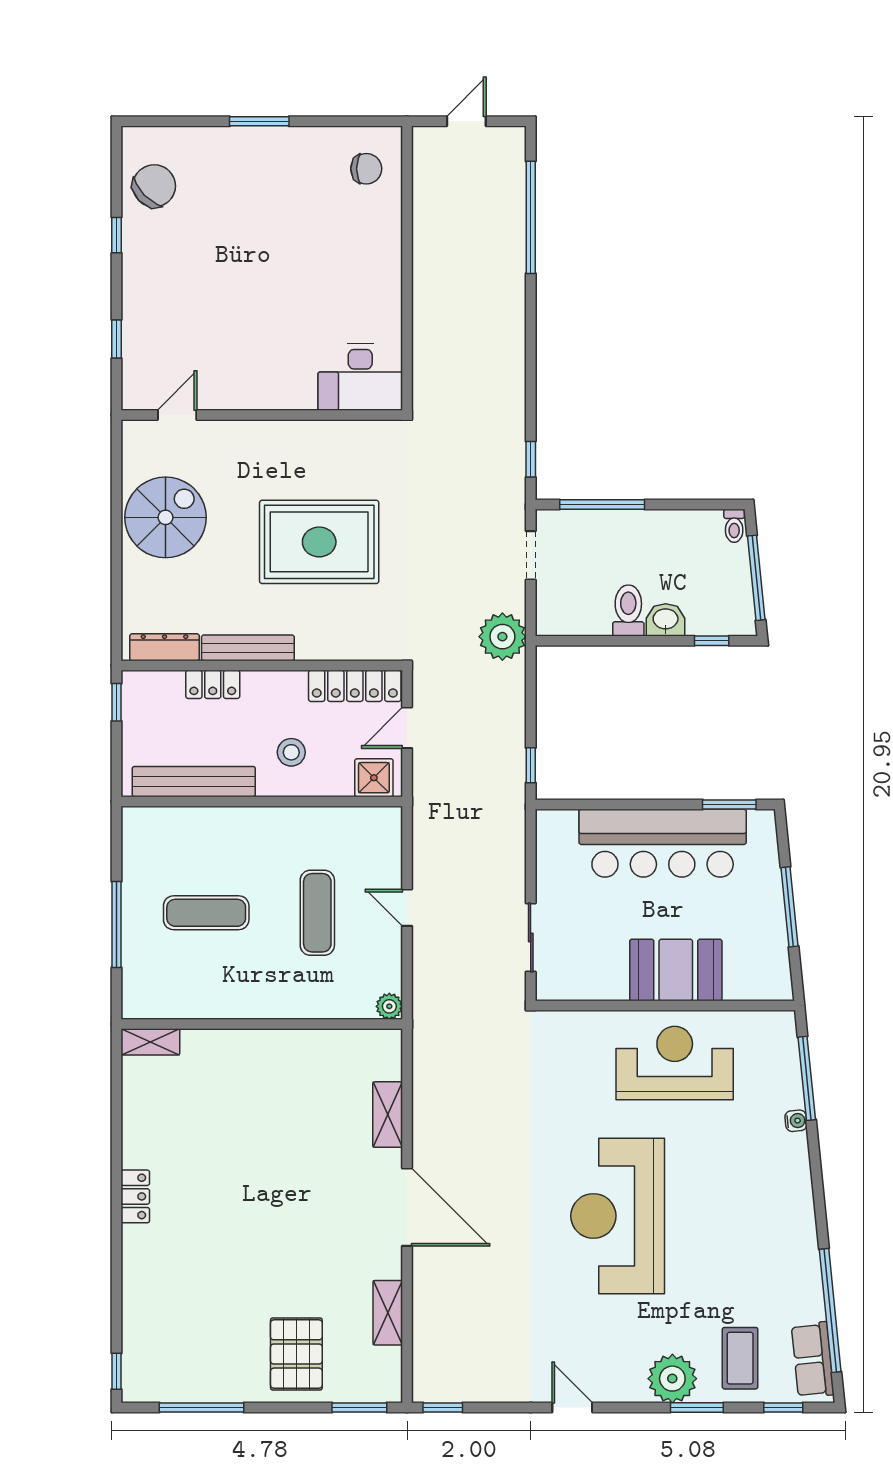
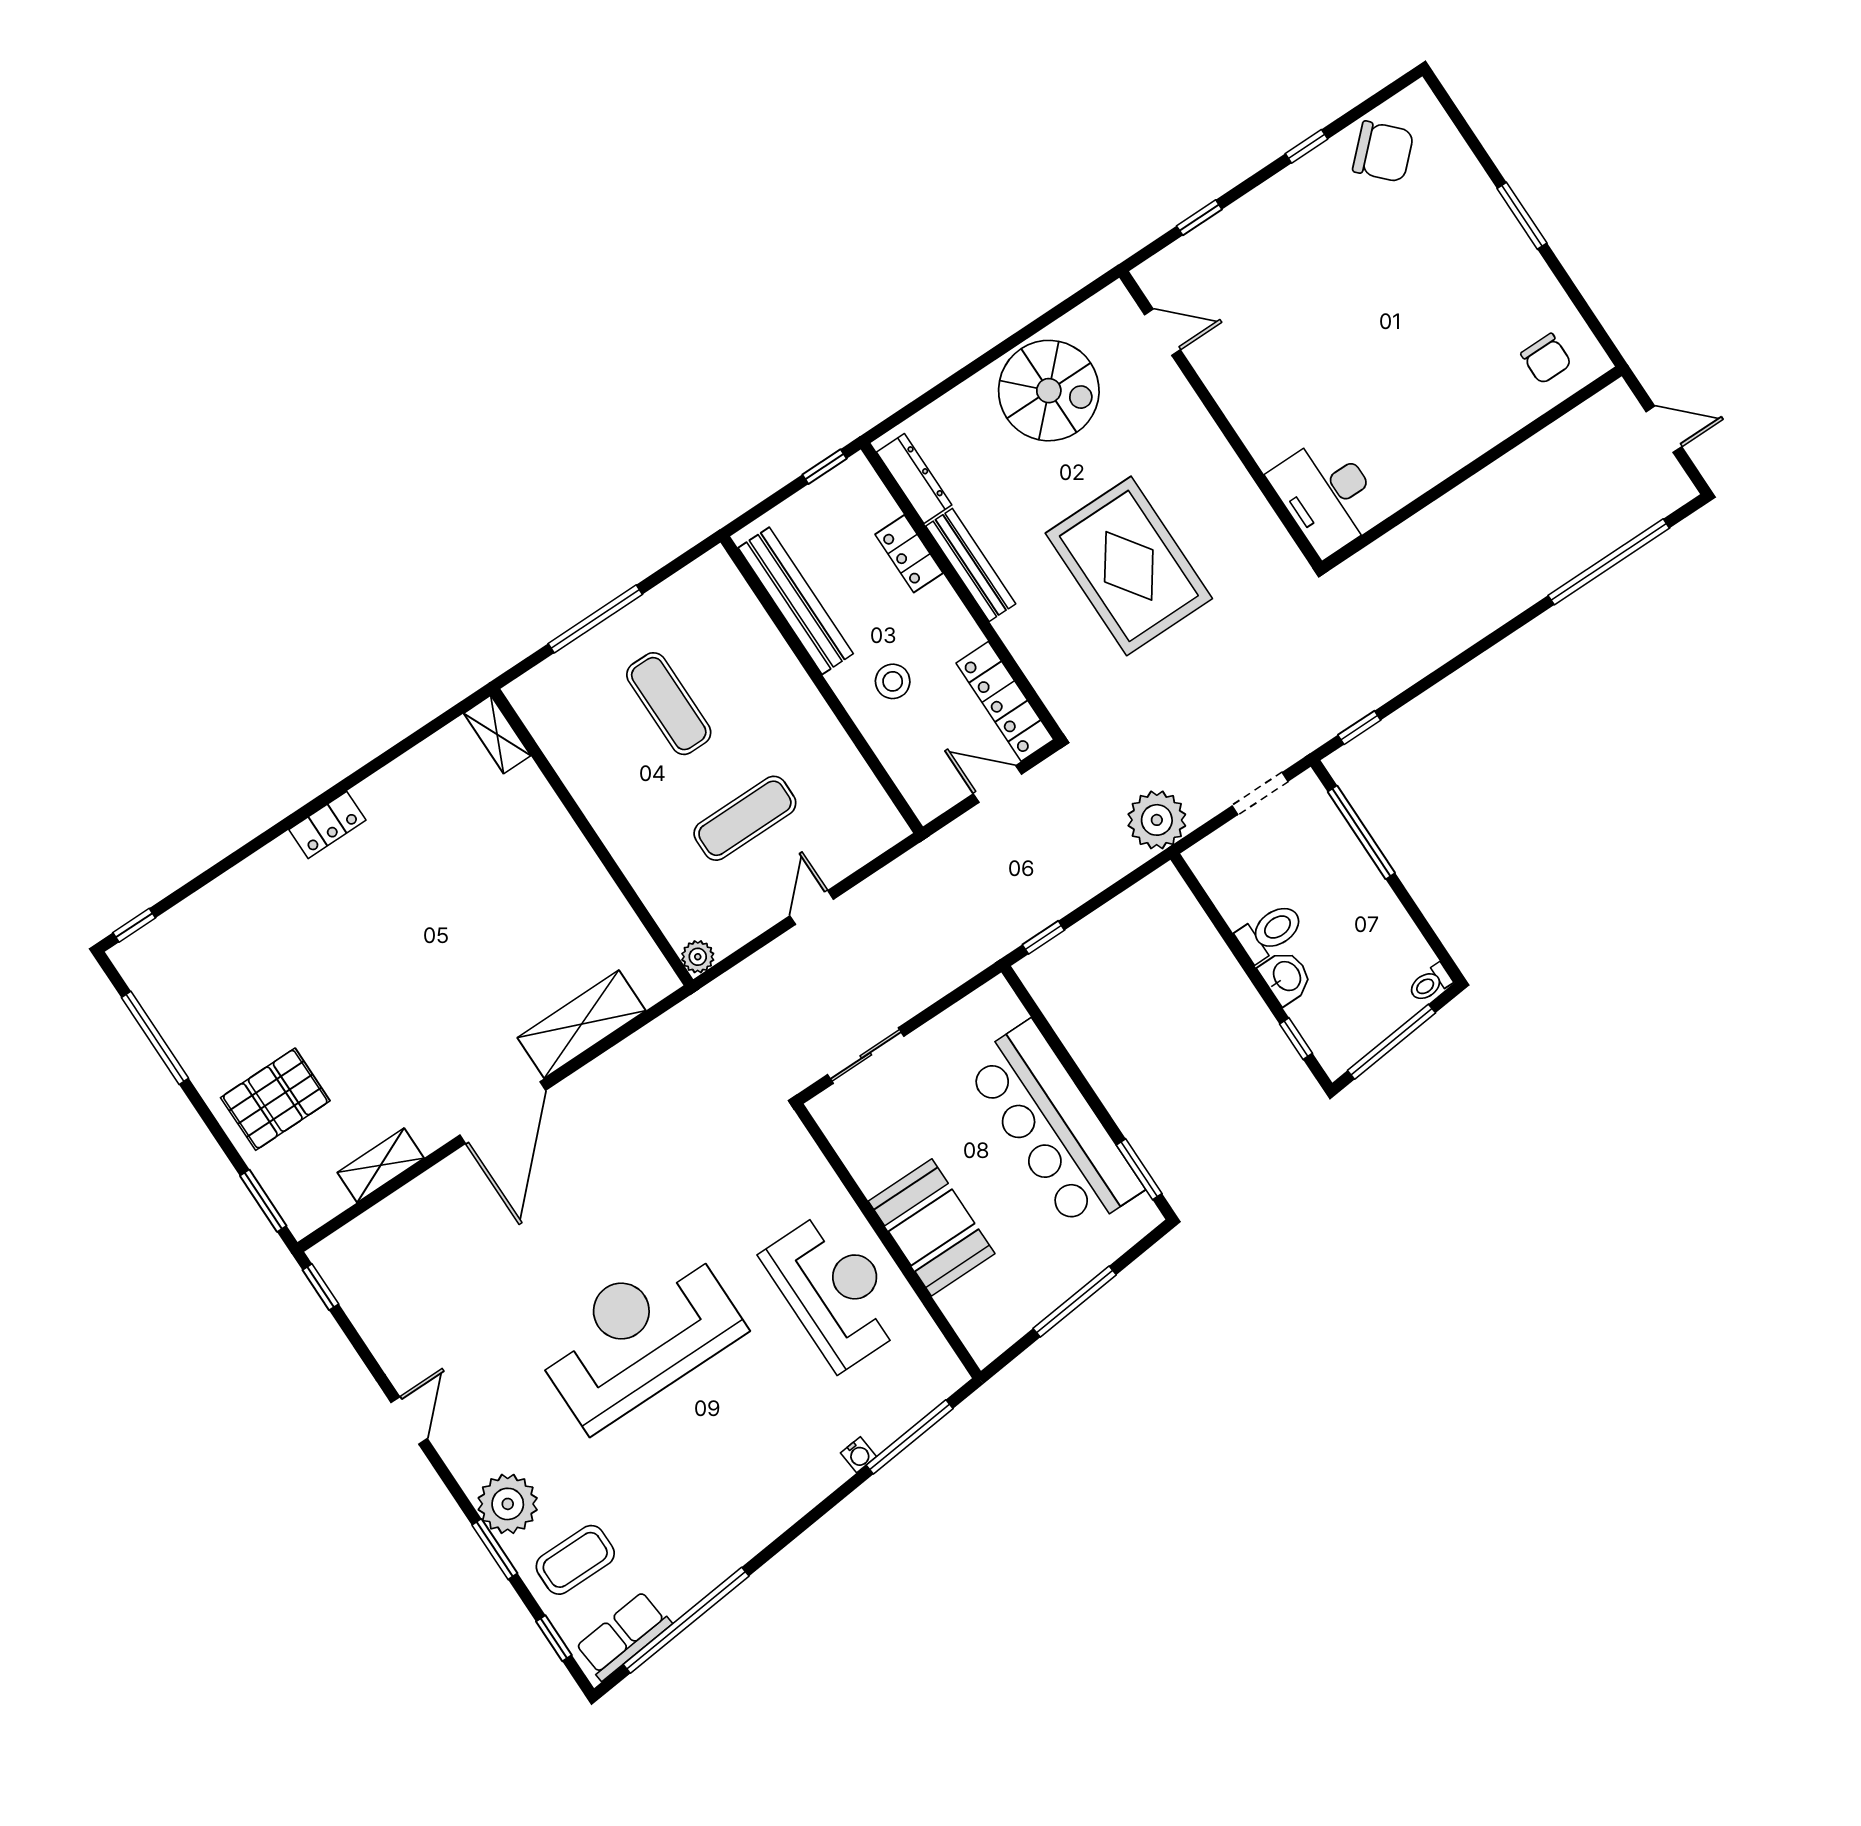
shower: (374, 778) -> (923, 784), removed
shelving: (388, 1115) -> (581, 1024), width x1.50, depth x1.33

